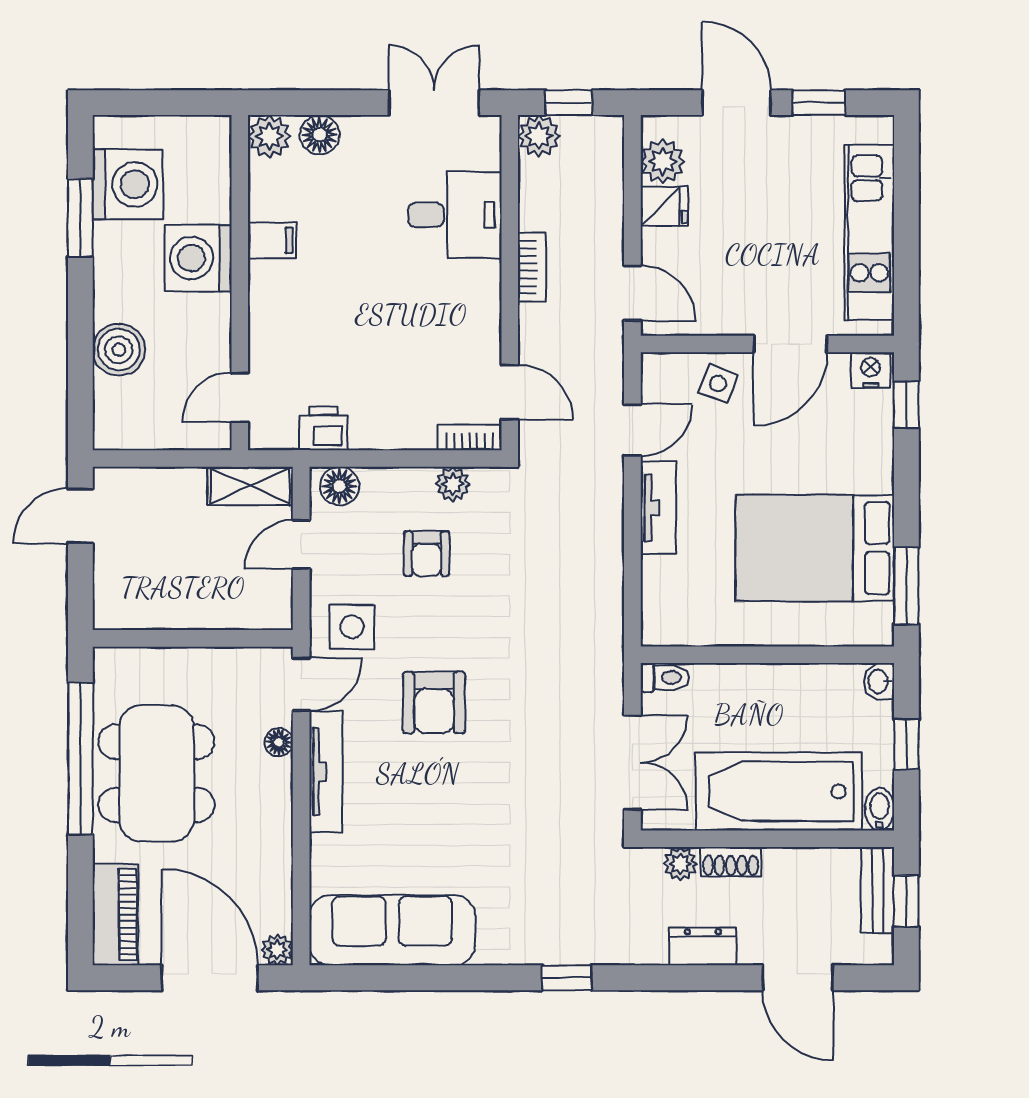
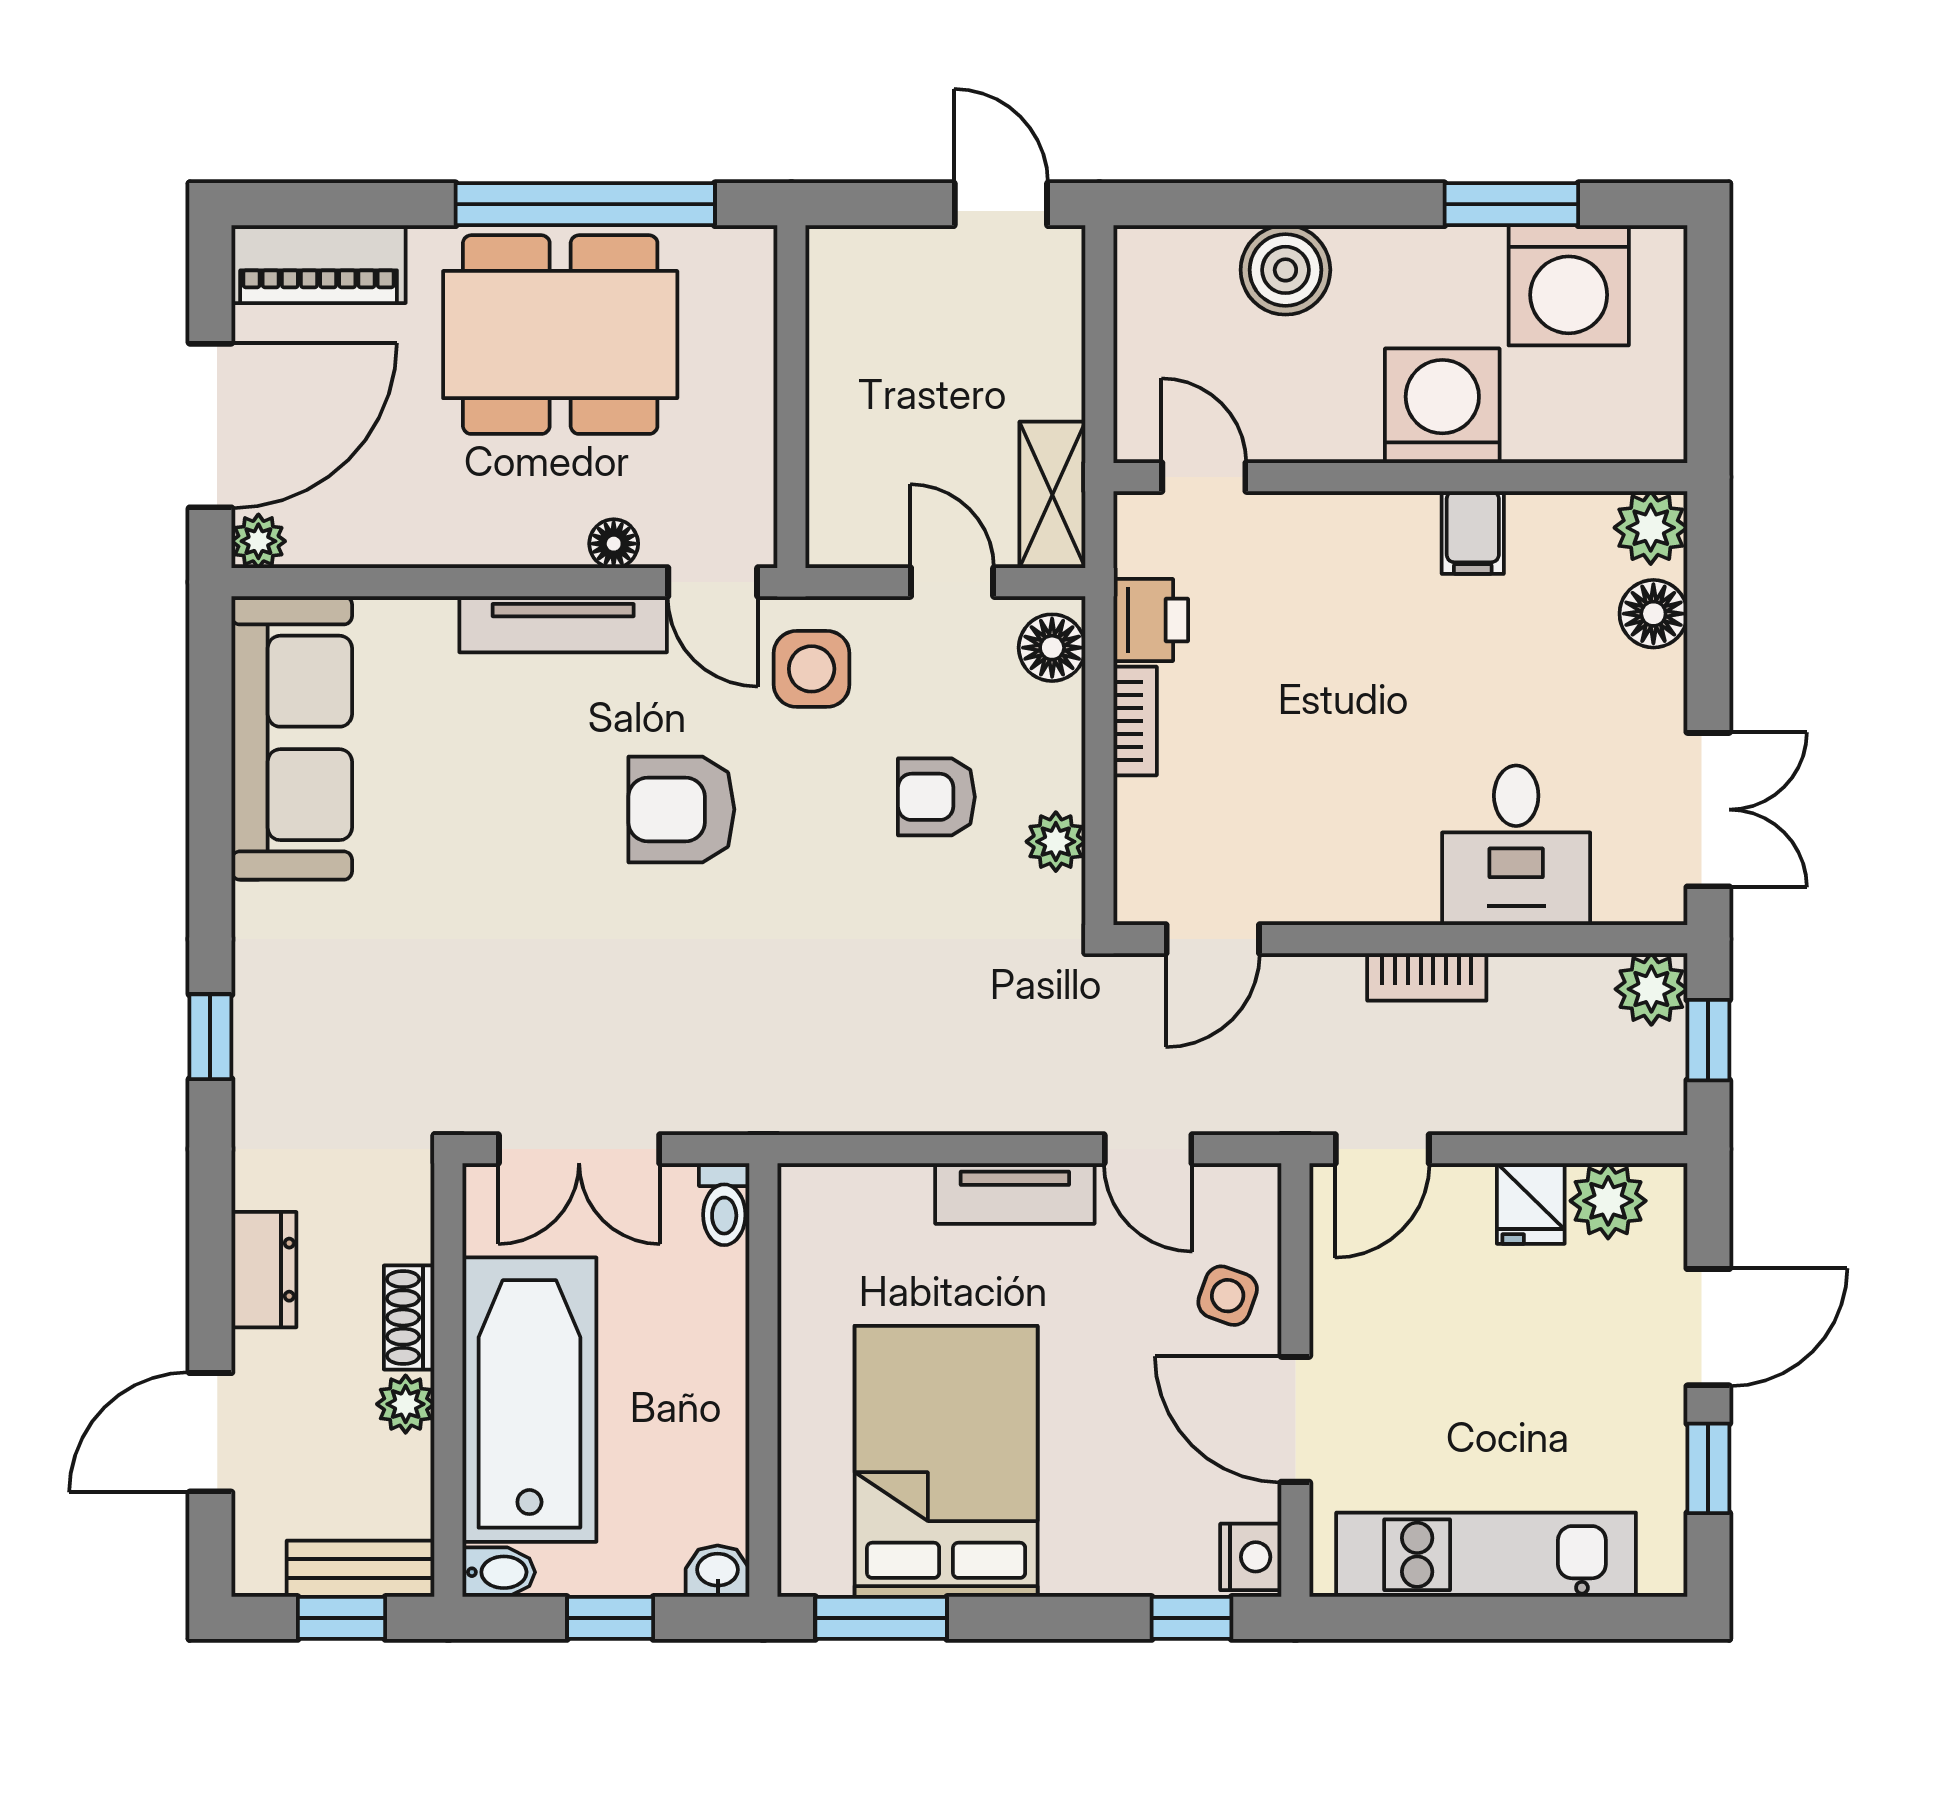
bookcase: (470, 438) -> (1135, 721), moved
plant: (680, 864) -> (406, 1404), moved

